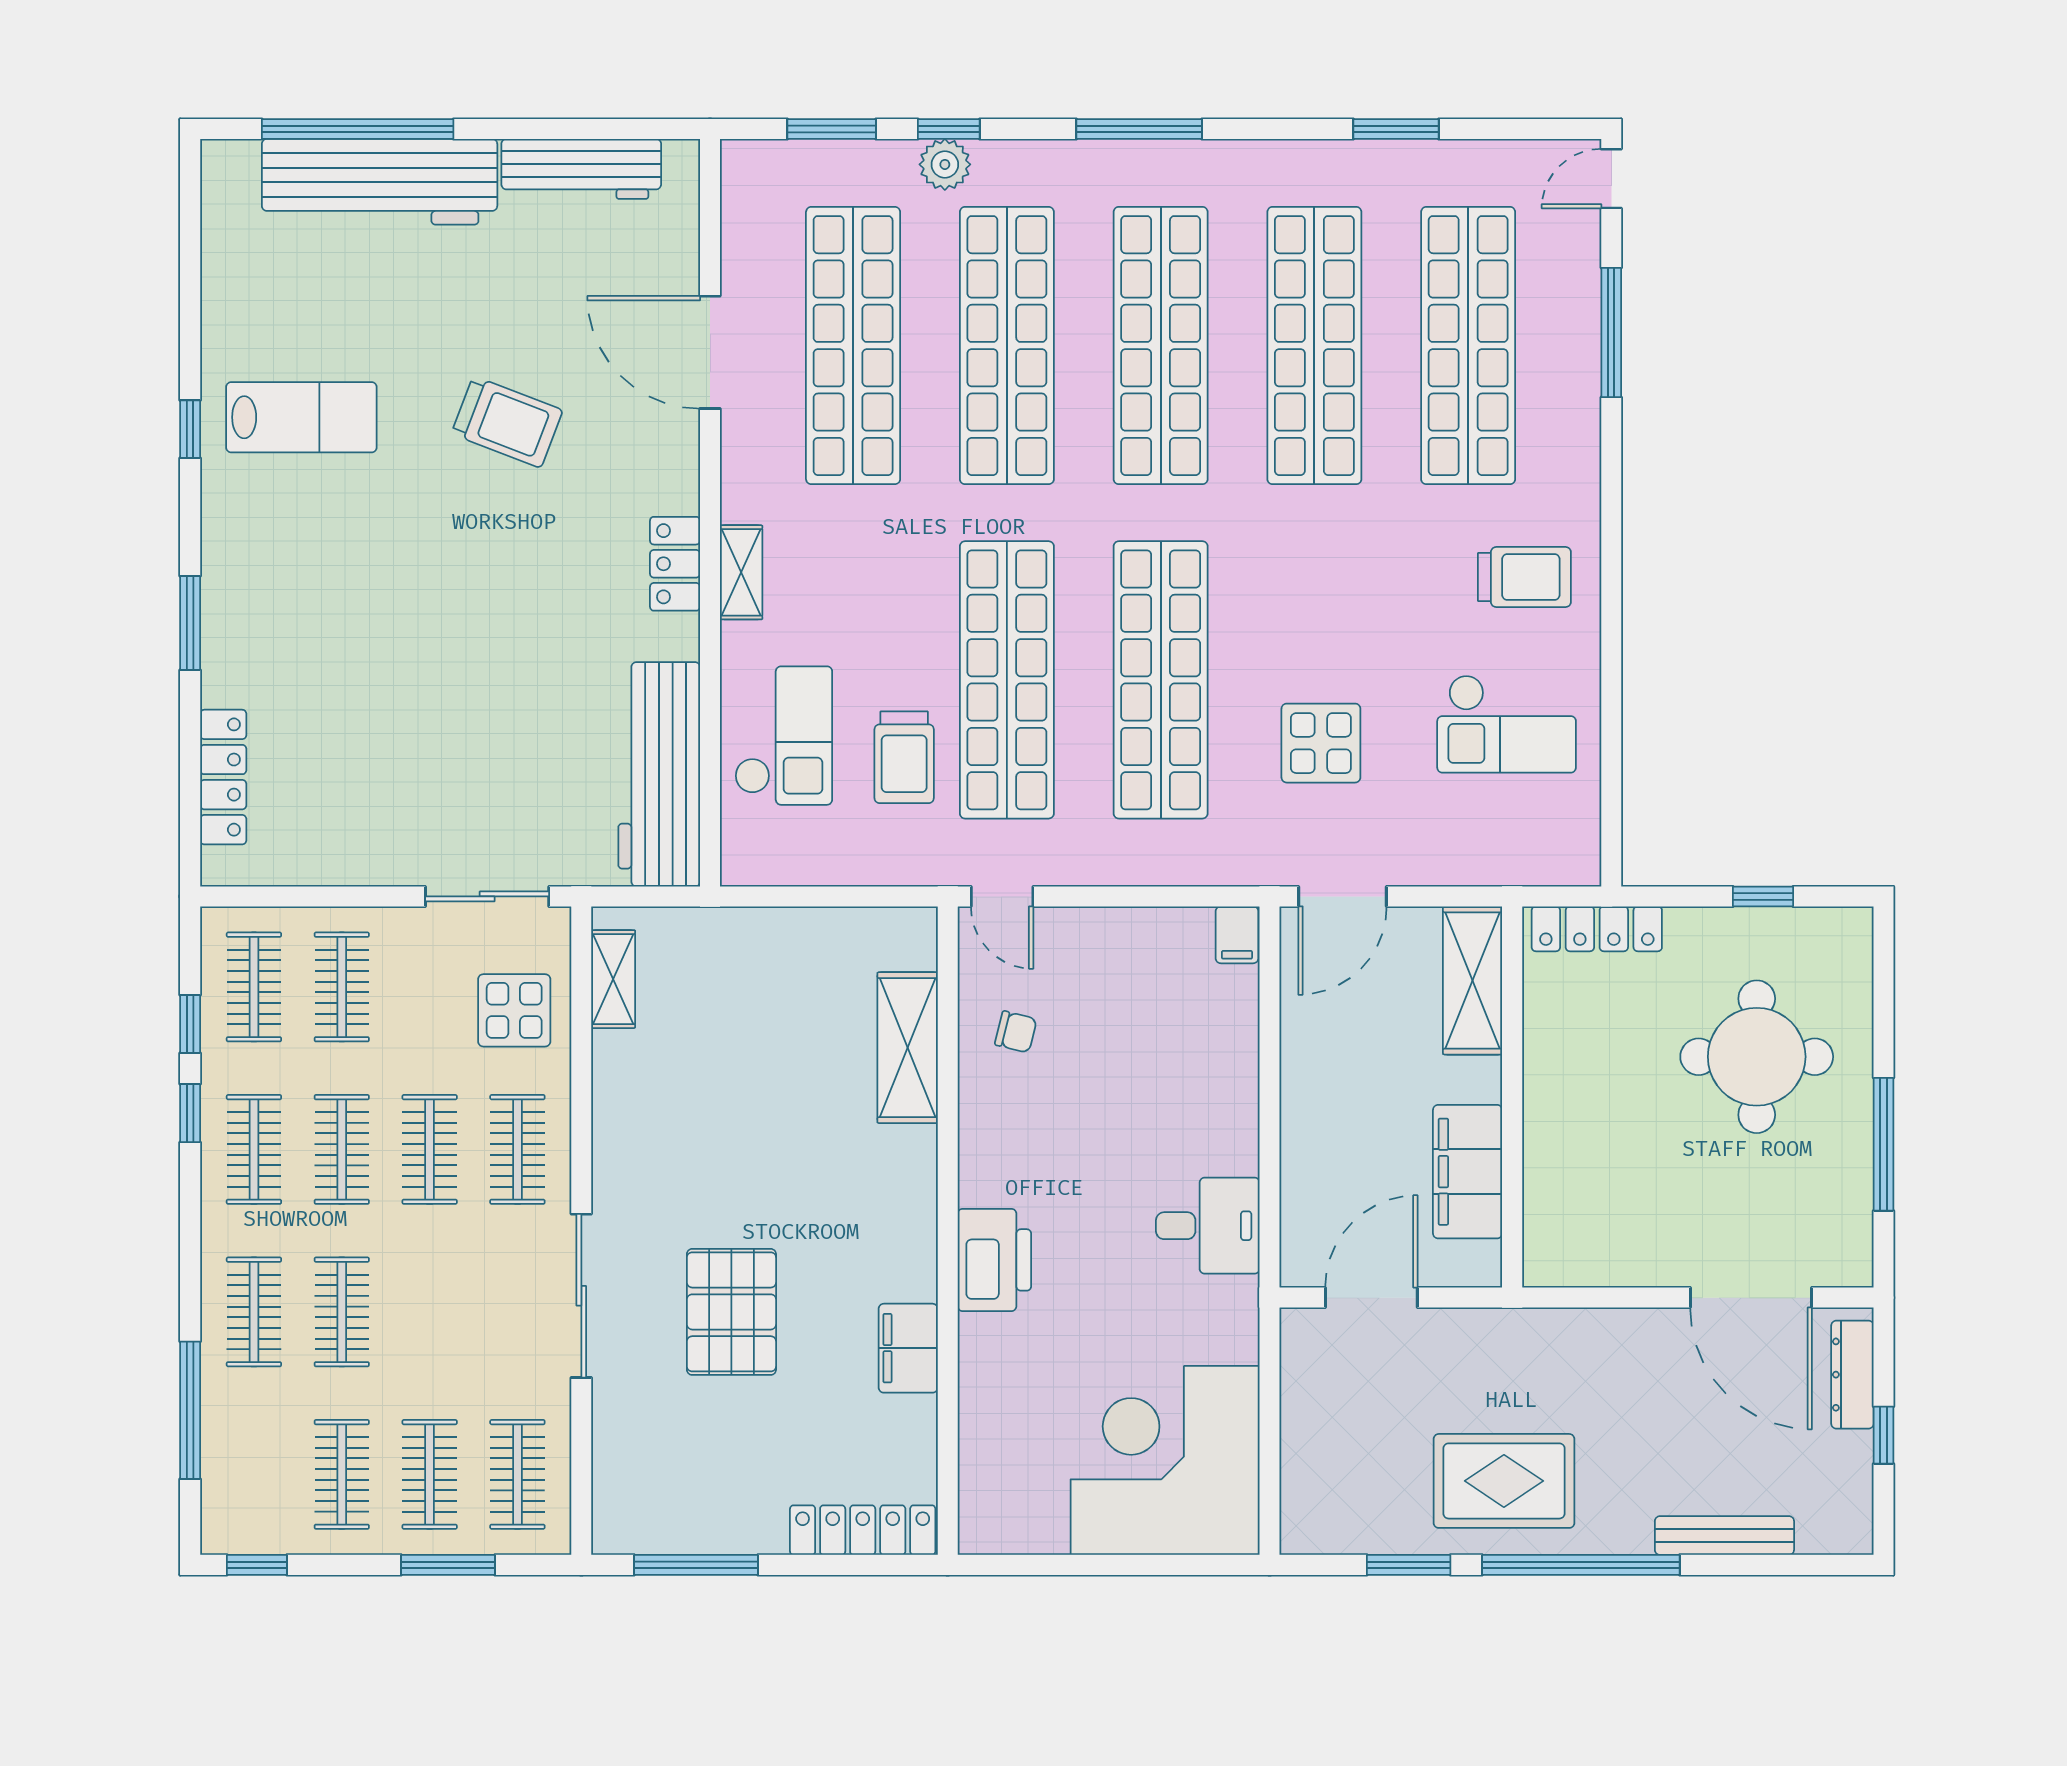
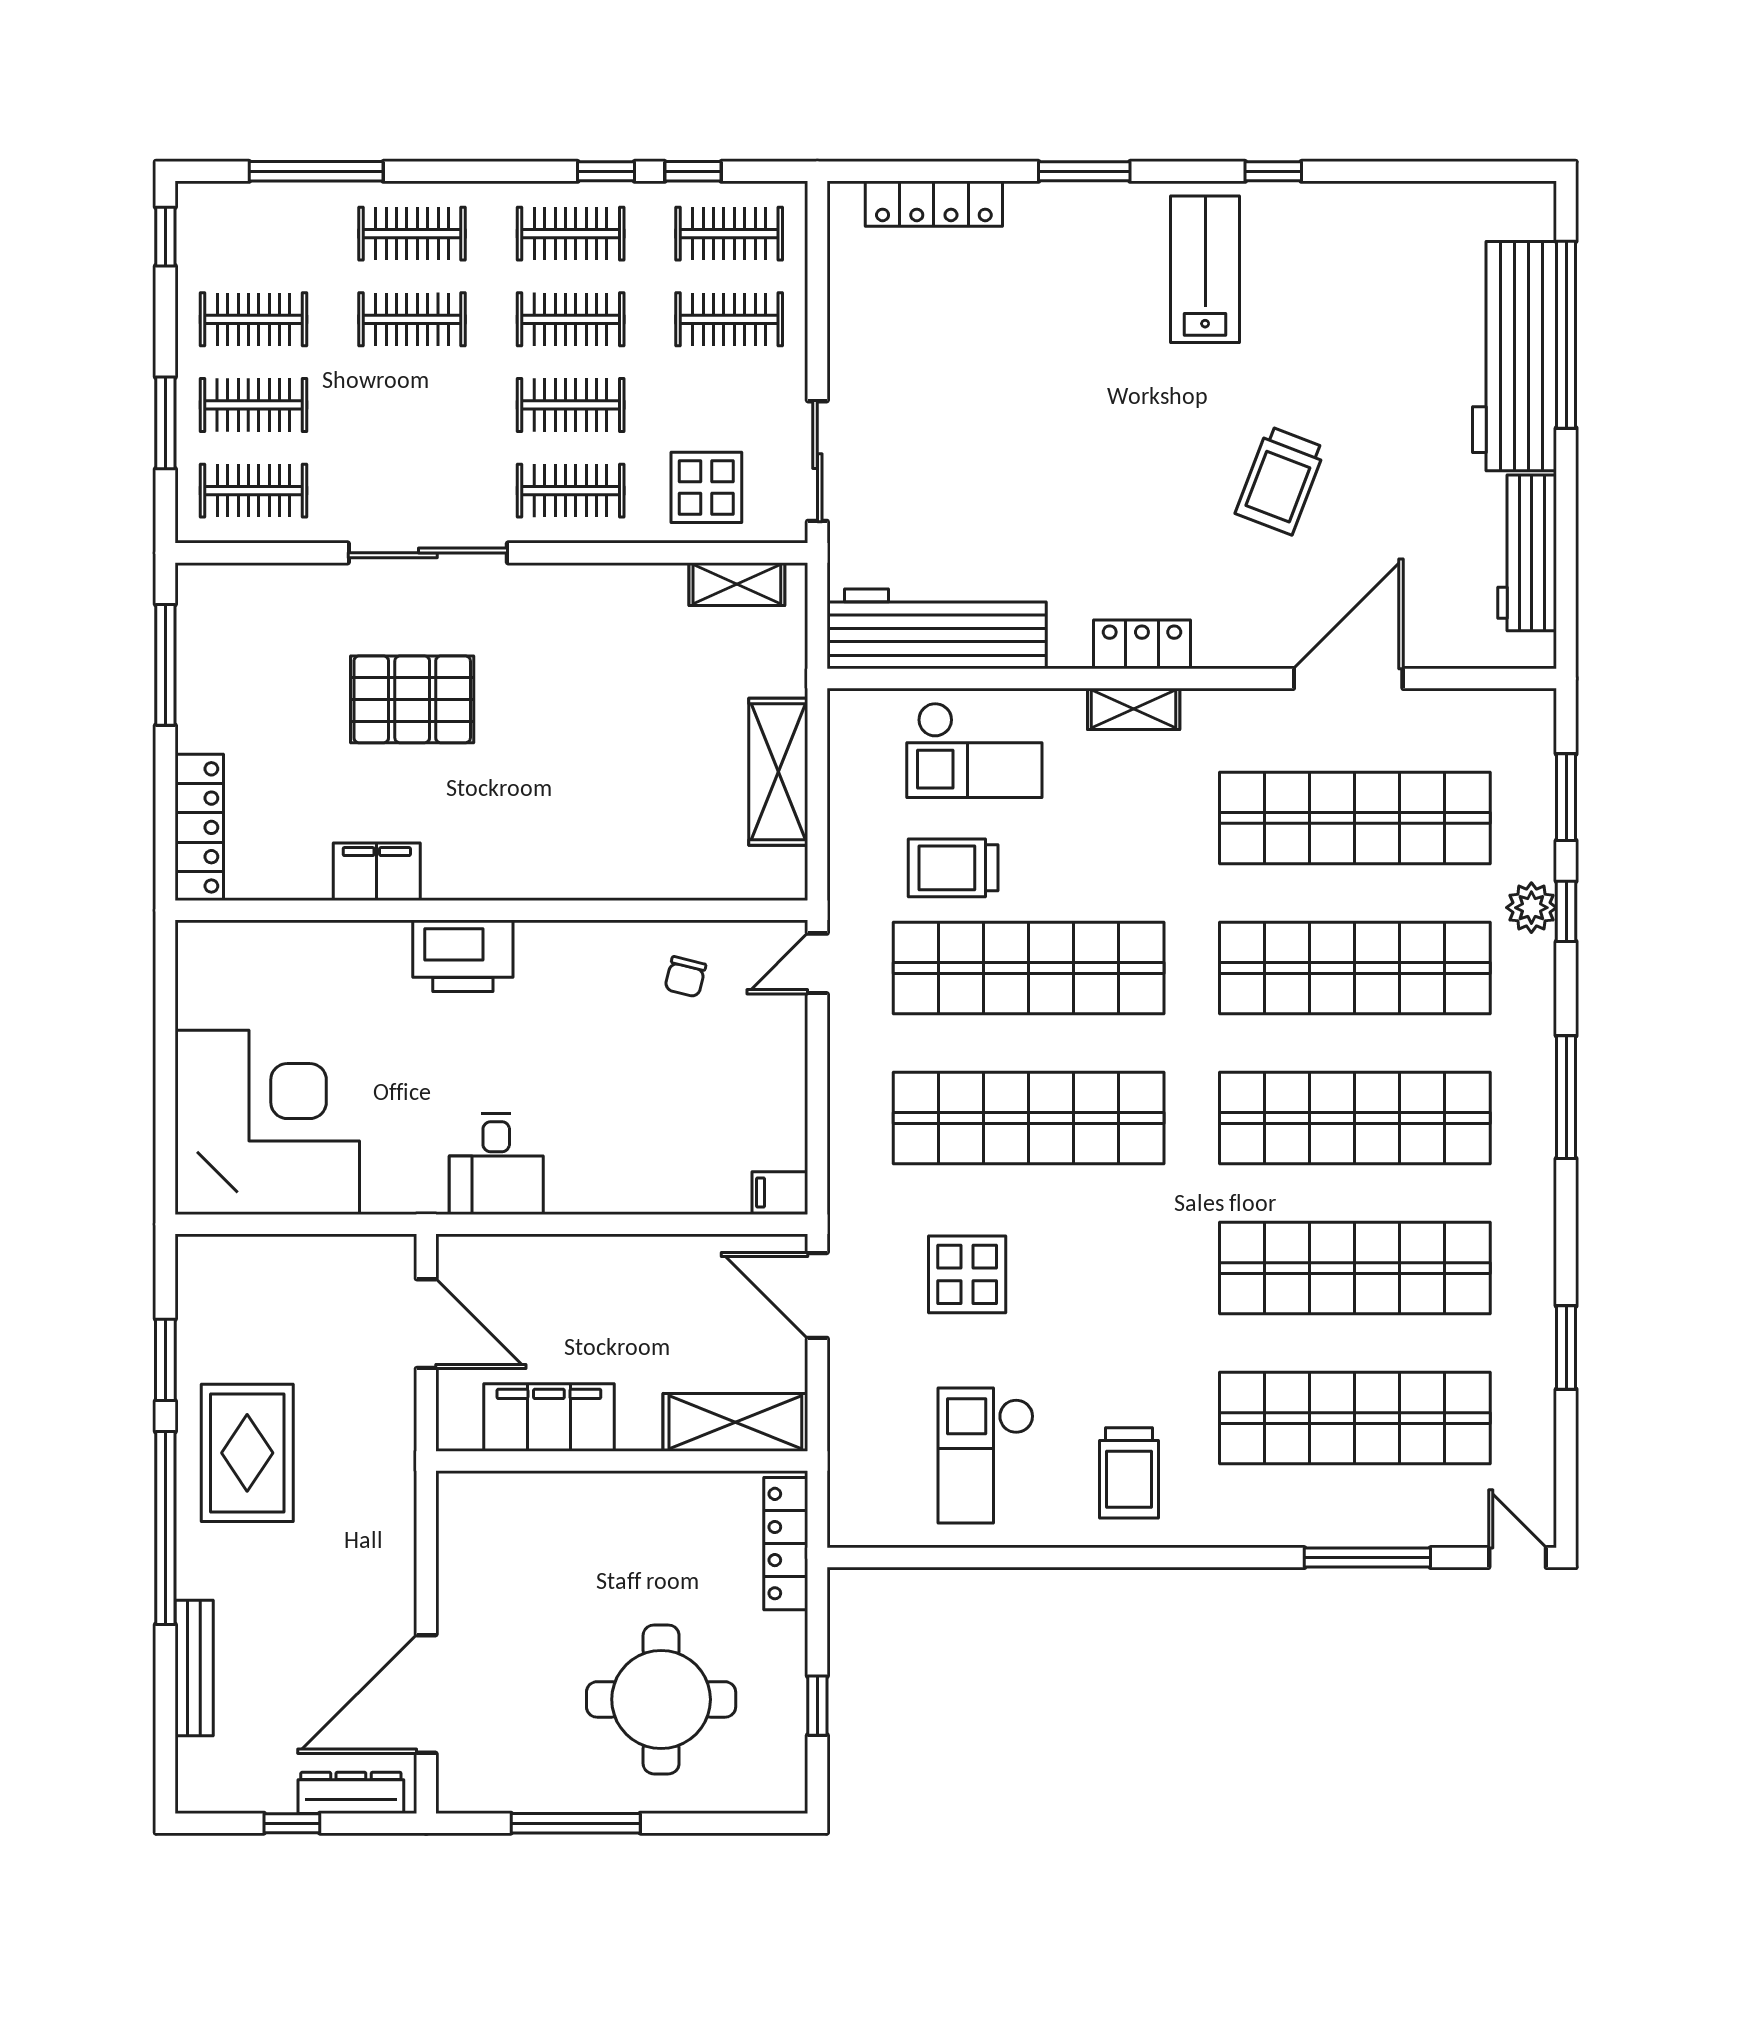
lab bench: (301, 417) -> (1205, 269), moved, turned 180
shelving: (908, 1048) -> (778, 772), moved, turned 90

